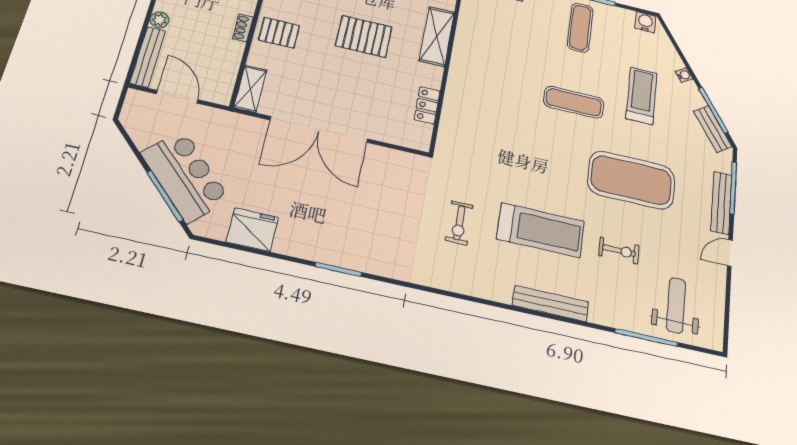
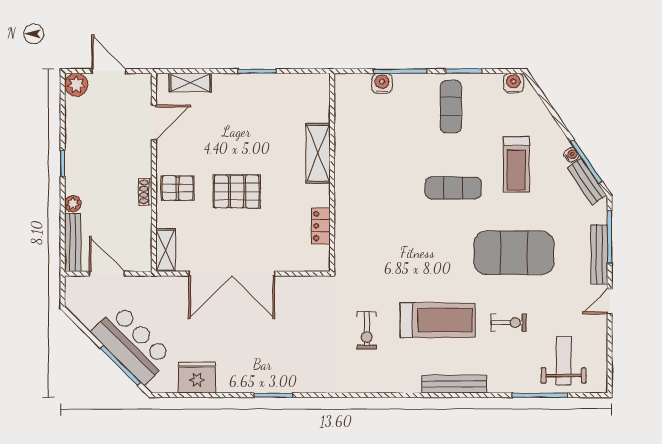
pallet: (364, 36) -> (237, 192), moved
water cooler: (684, 75) -> (571, 155), moved
treadmill: (642, 96) -> (516, 164), turned 180

